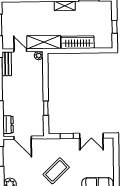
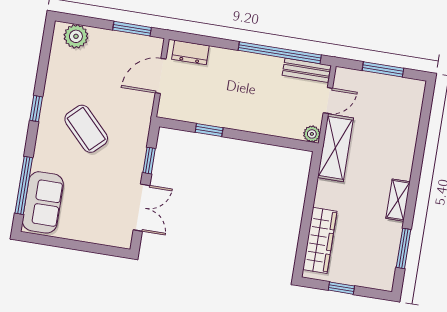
wardrobe: (78, 42) -> (320, 240), moved
double door: (91, 136) -> (141, 208), swing flipped

